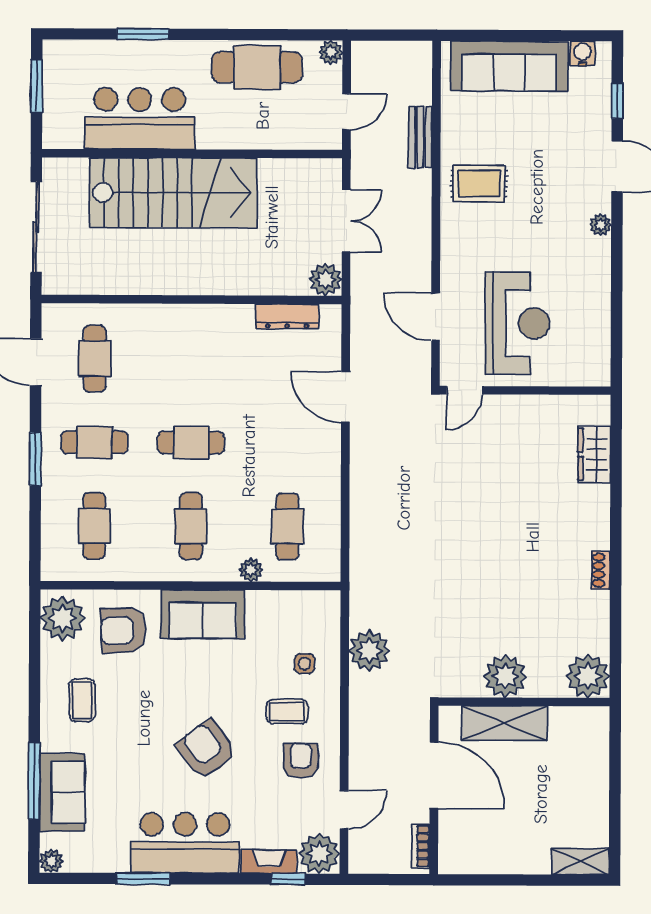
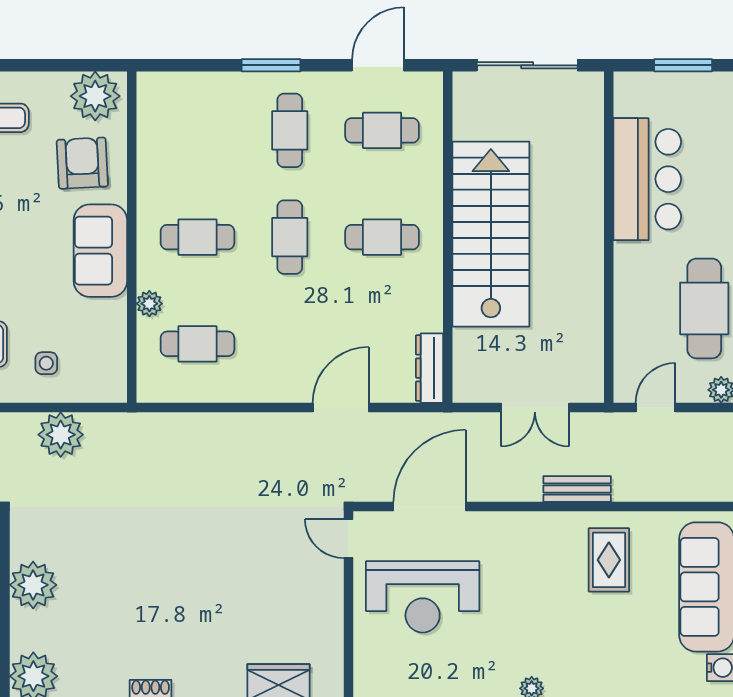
door: (347, 112) -> (656, 407), swing flipped
bench: (420, 137) -> (577, 489), moved
rug: (479, 184) -> (609, 560), moved
stairs: (173, 193) -> (491, 234), moved, turned 180
plant: (326, 280) -> (470, 385), removed
dresser: (287, 316) -> (429, 368), moved
door: (436, 317) -> (430, 507), width x1.36
cafe table: (94, 526) -> (382, 237), moved

